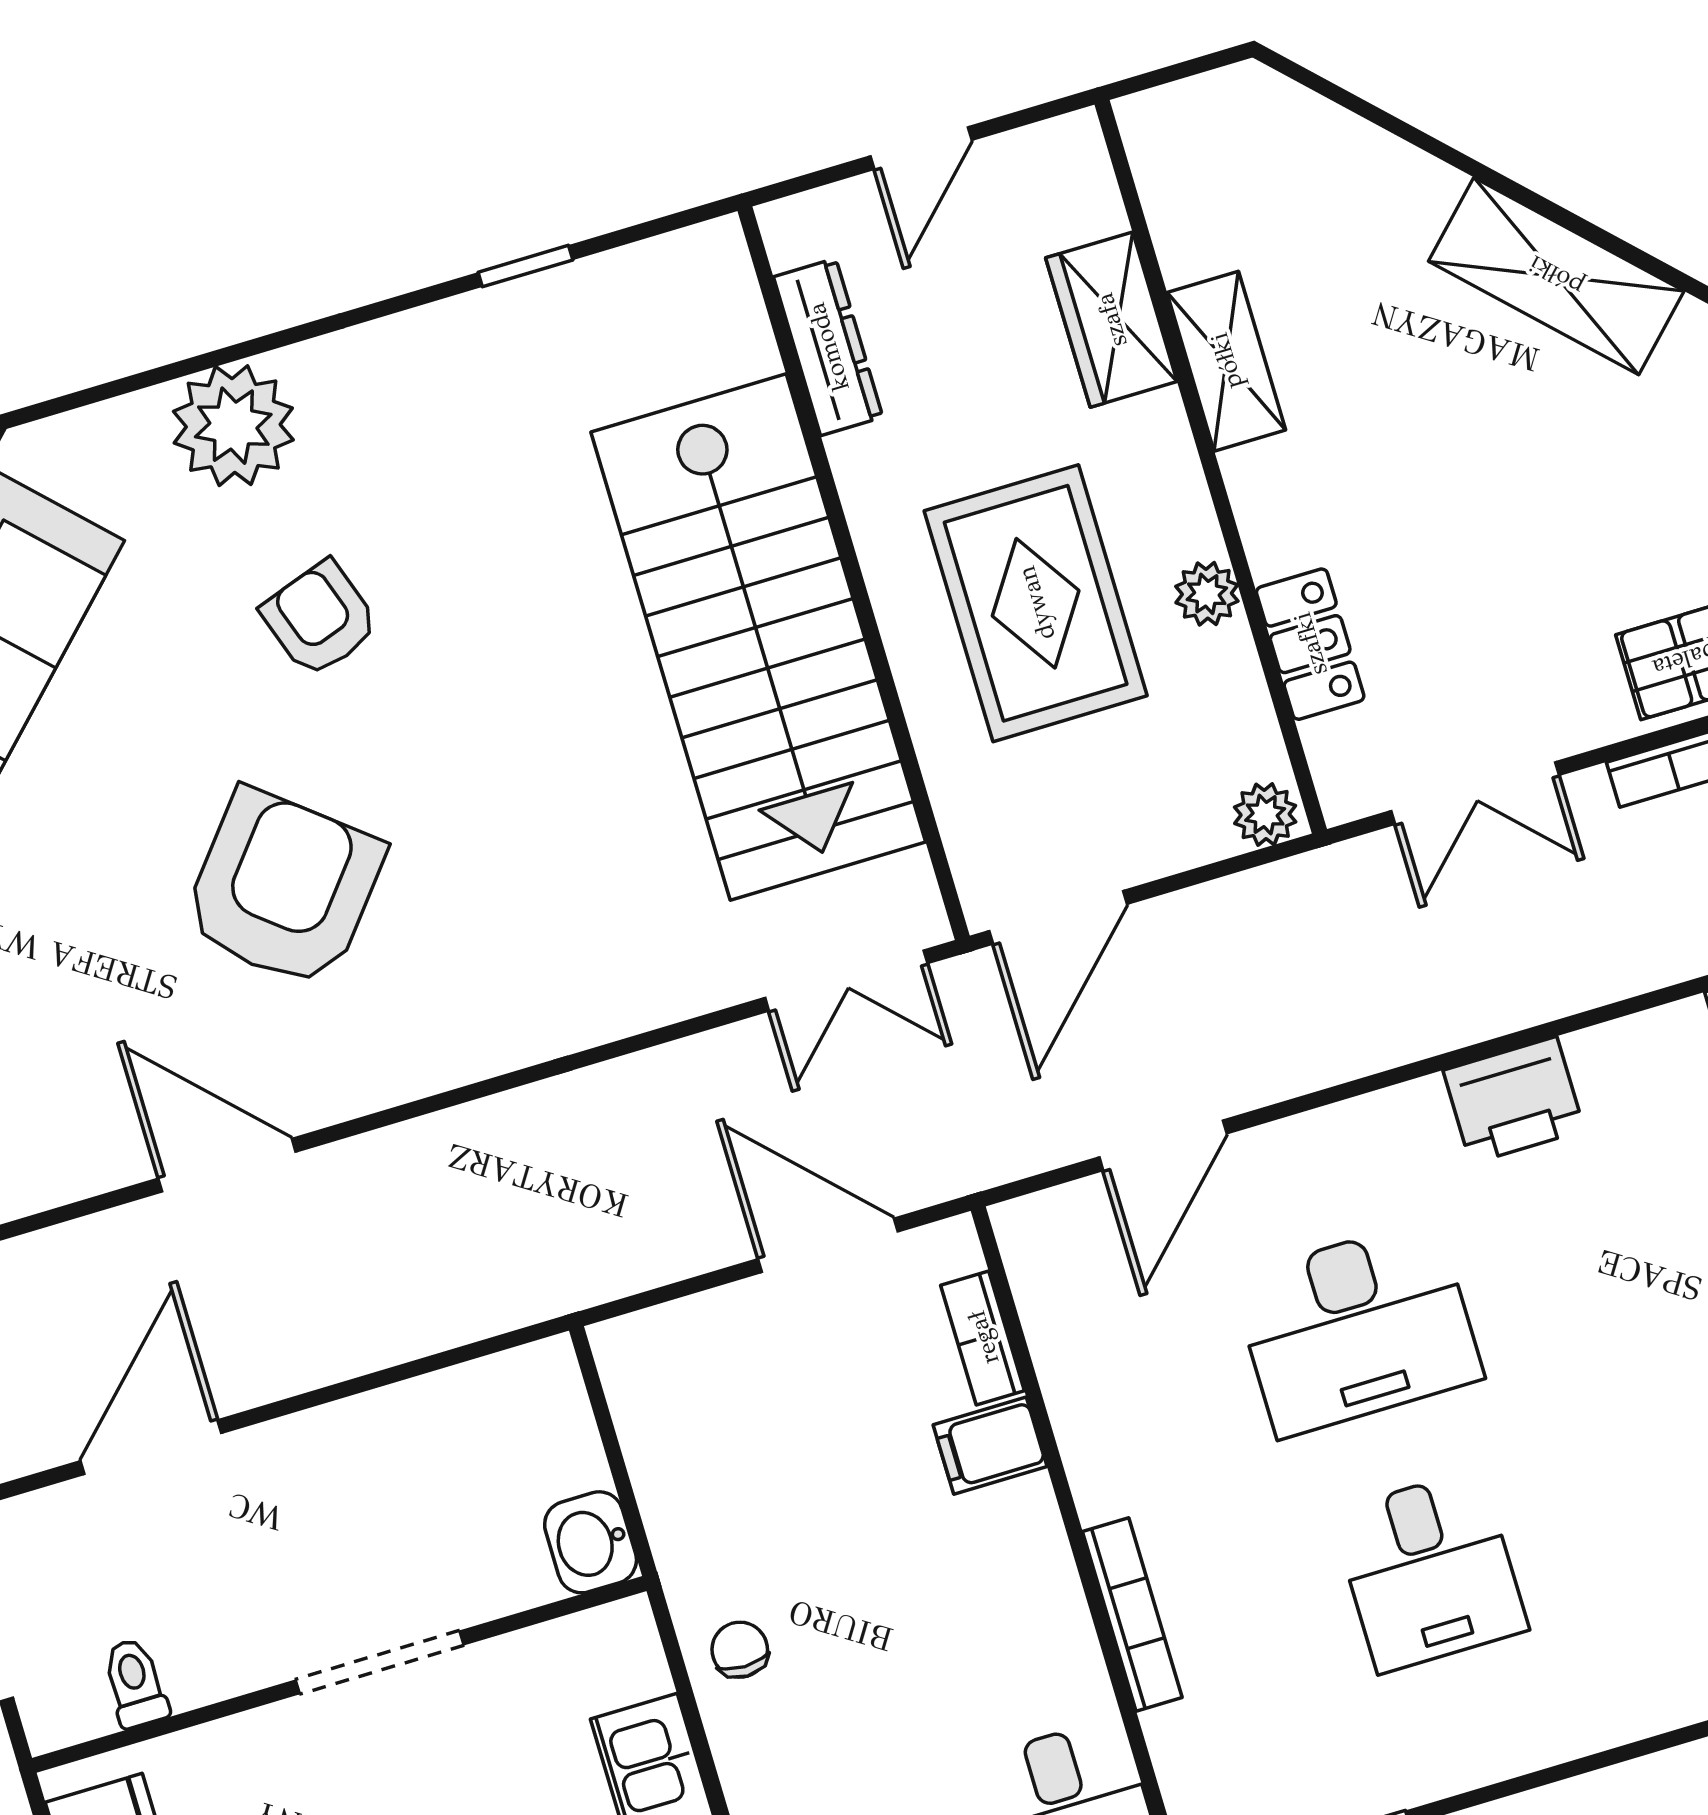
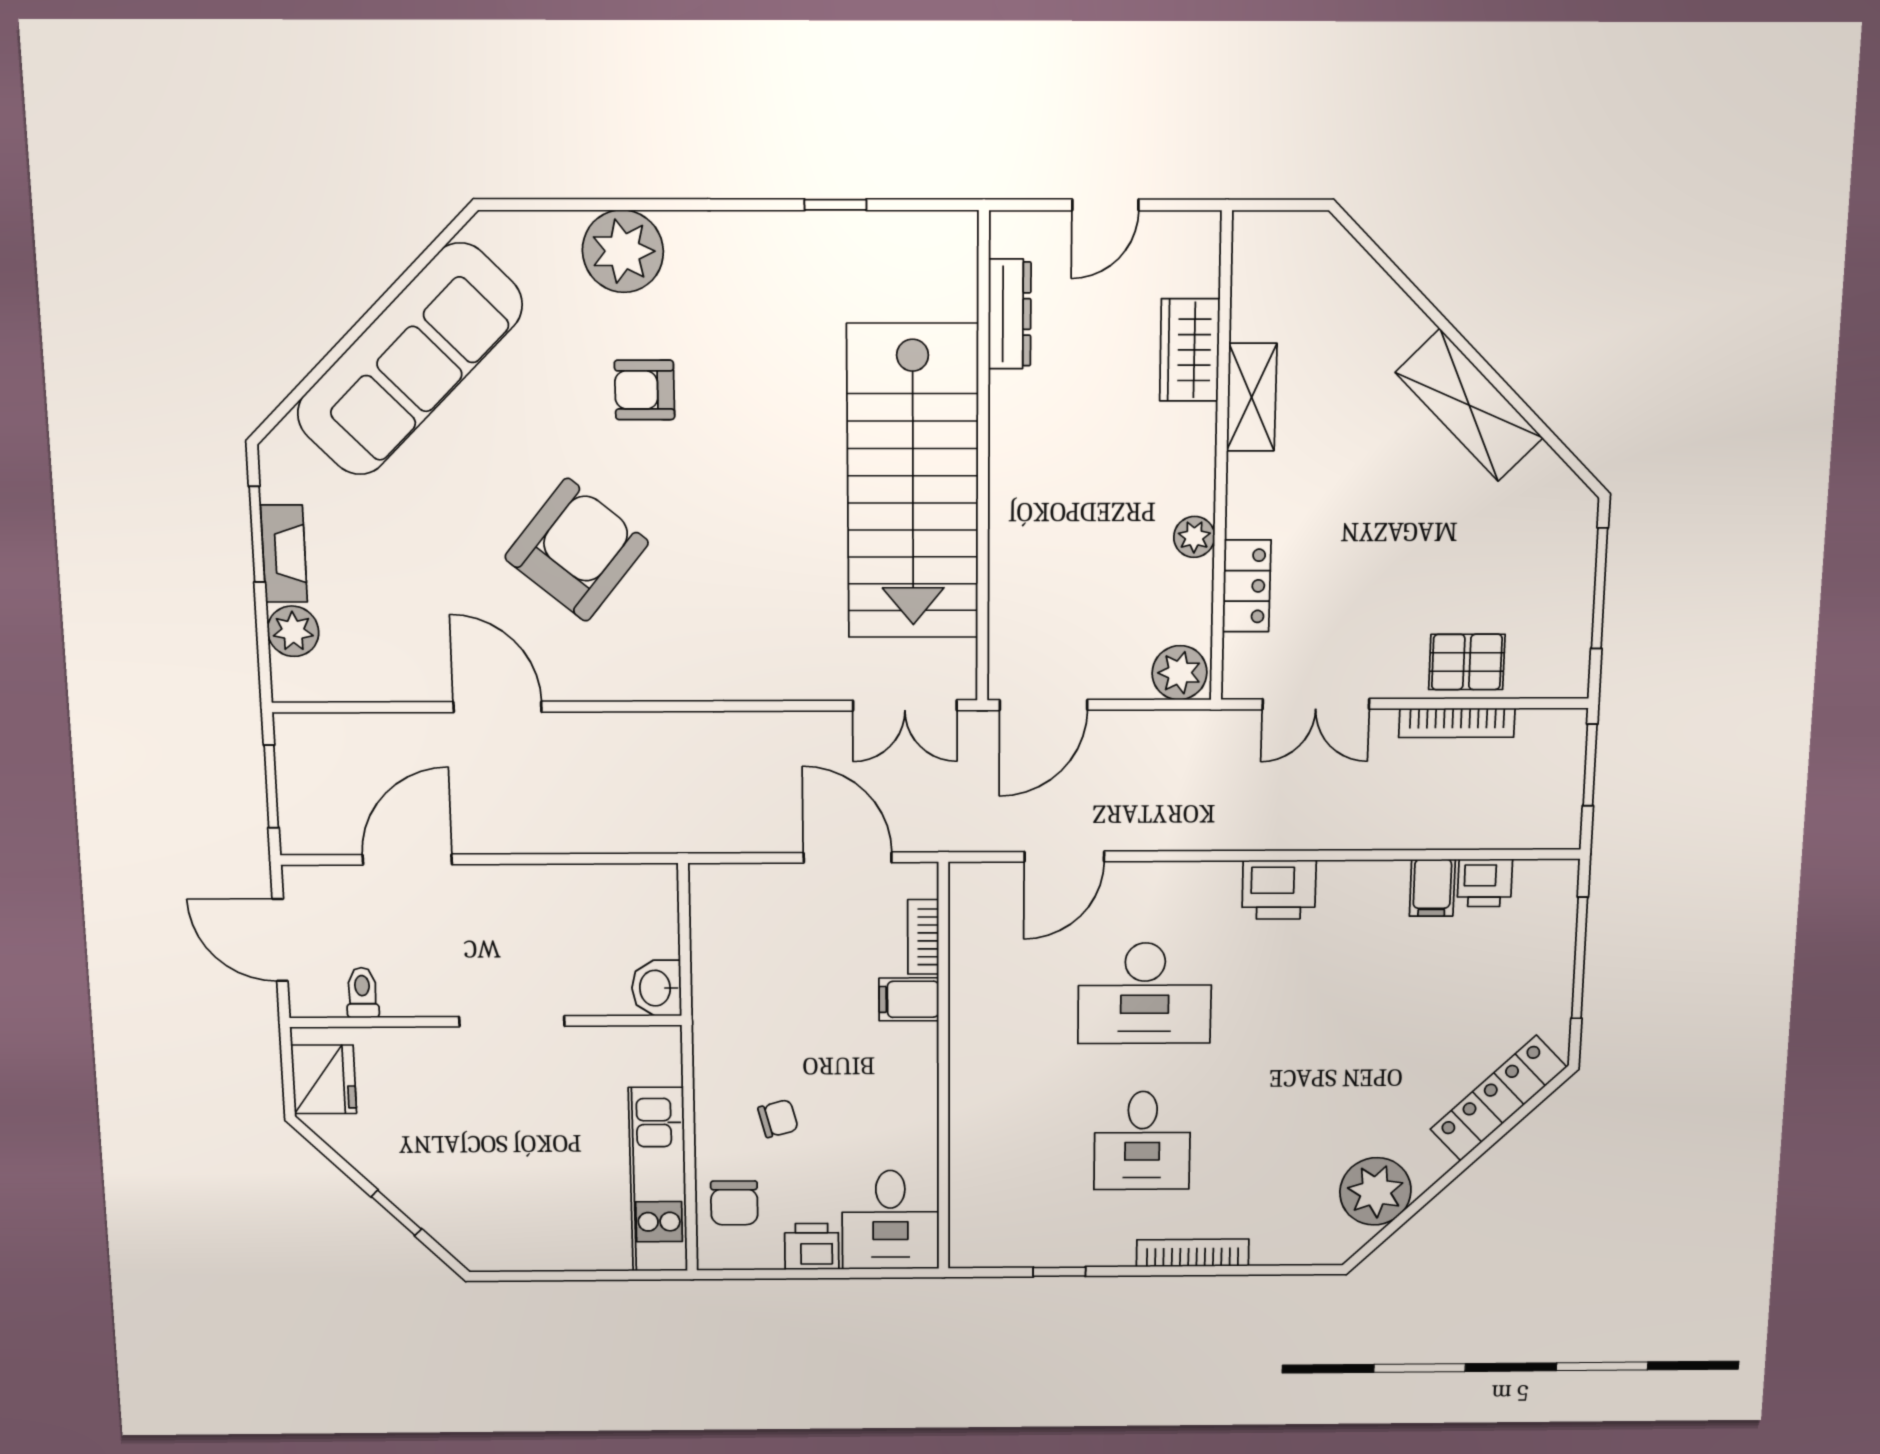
rug: (1036, 603) -> (1089, 512), removed
armchair: (320, 619) -> (645, 390), turned -71
plant: (1265, 814) -> (1179, 673), width x1.38, depth x1.38
bookcase: (1132, 1614) -> (1193, 1253), moved, turned -90
chair: (740, 1650) -> (778, 1119), moved, turned 75

